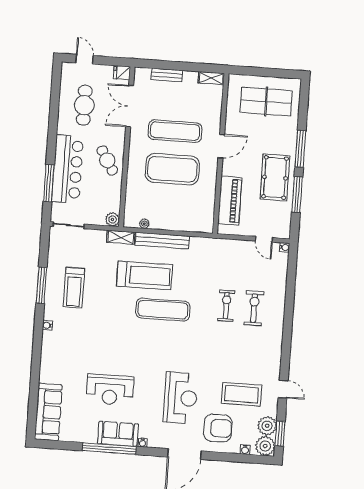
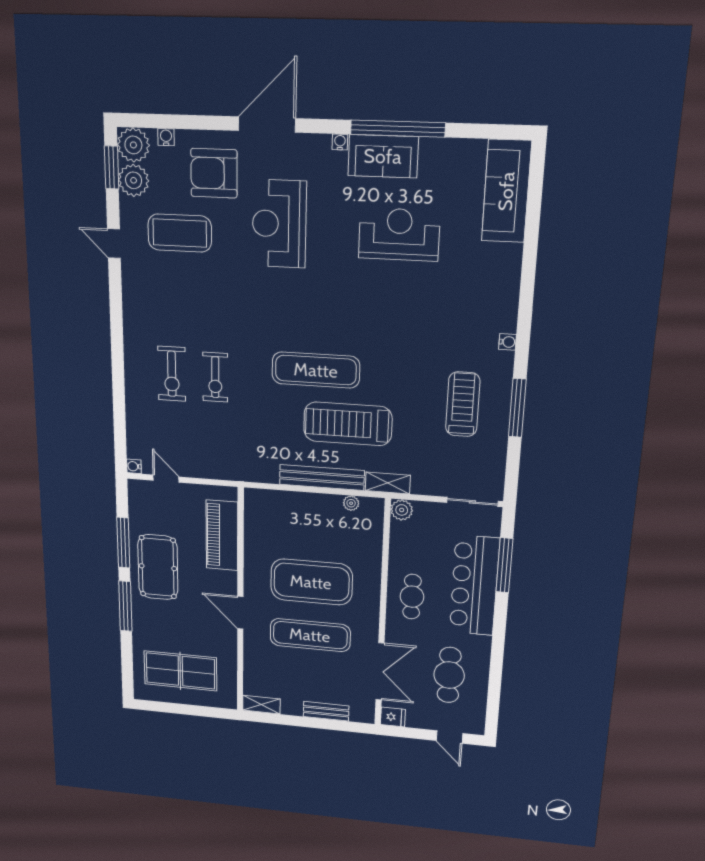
door: (221, 146) -> (240, 613), hinge flipped
cafe table: (107, 160) -> (412, 597), turned 31

